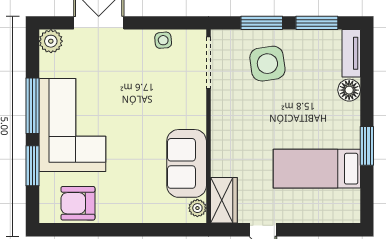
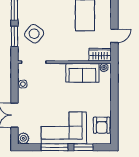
side table: (267, 64) -> (34, 34), turned 45

